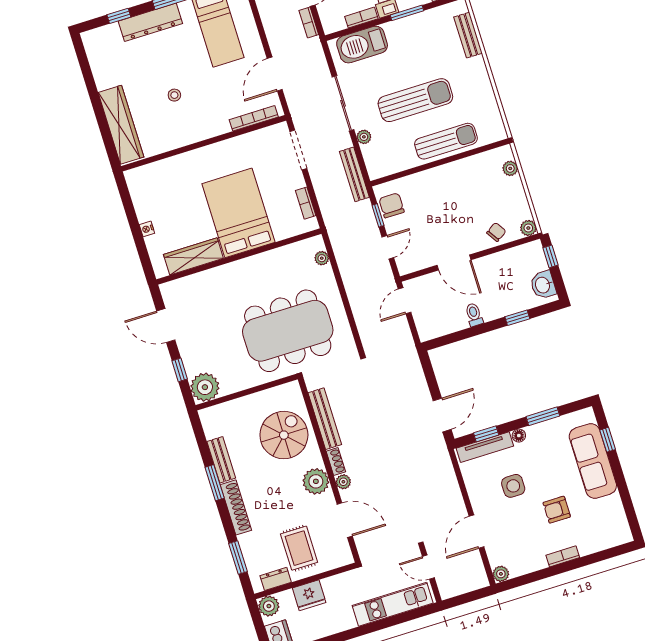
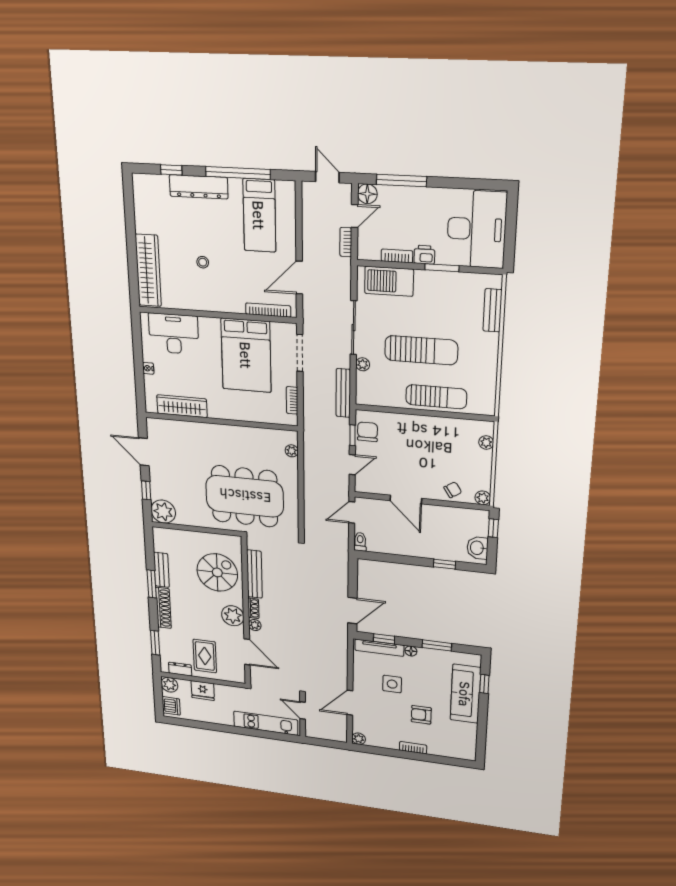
desk: (164, 181) -> (174, 334), added
bed: (238, 213) -> (246, 355), moved, turned 180
toilet: (474, 315) -> (360, 542), moved

